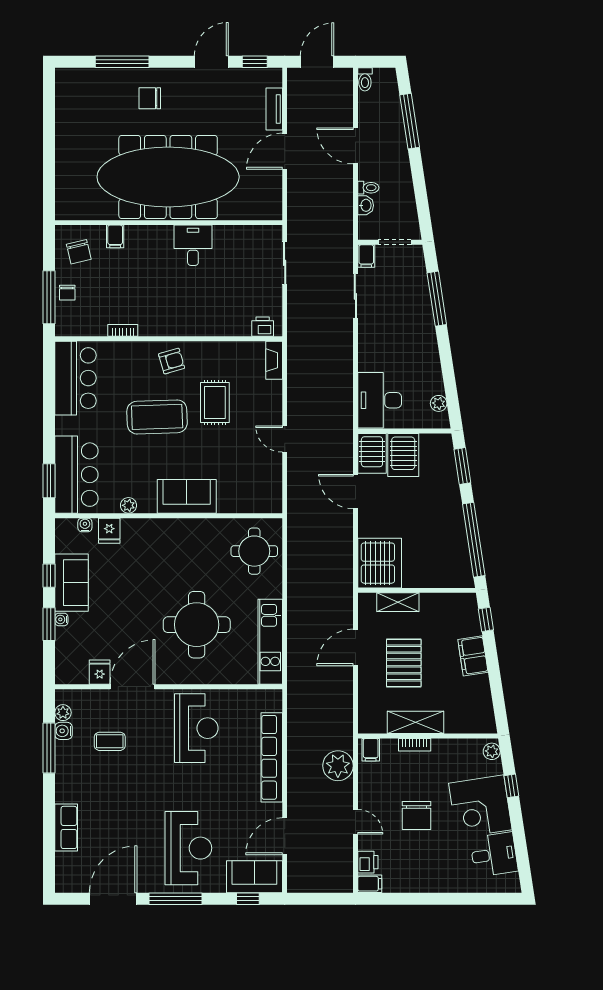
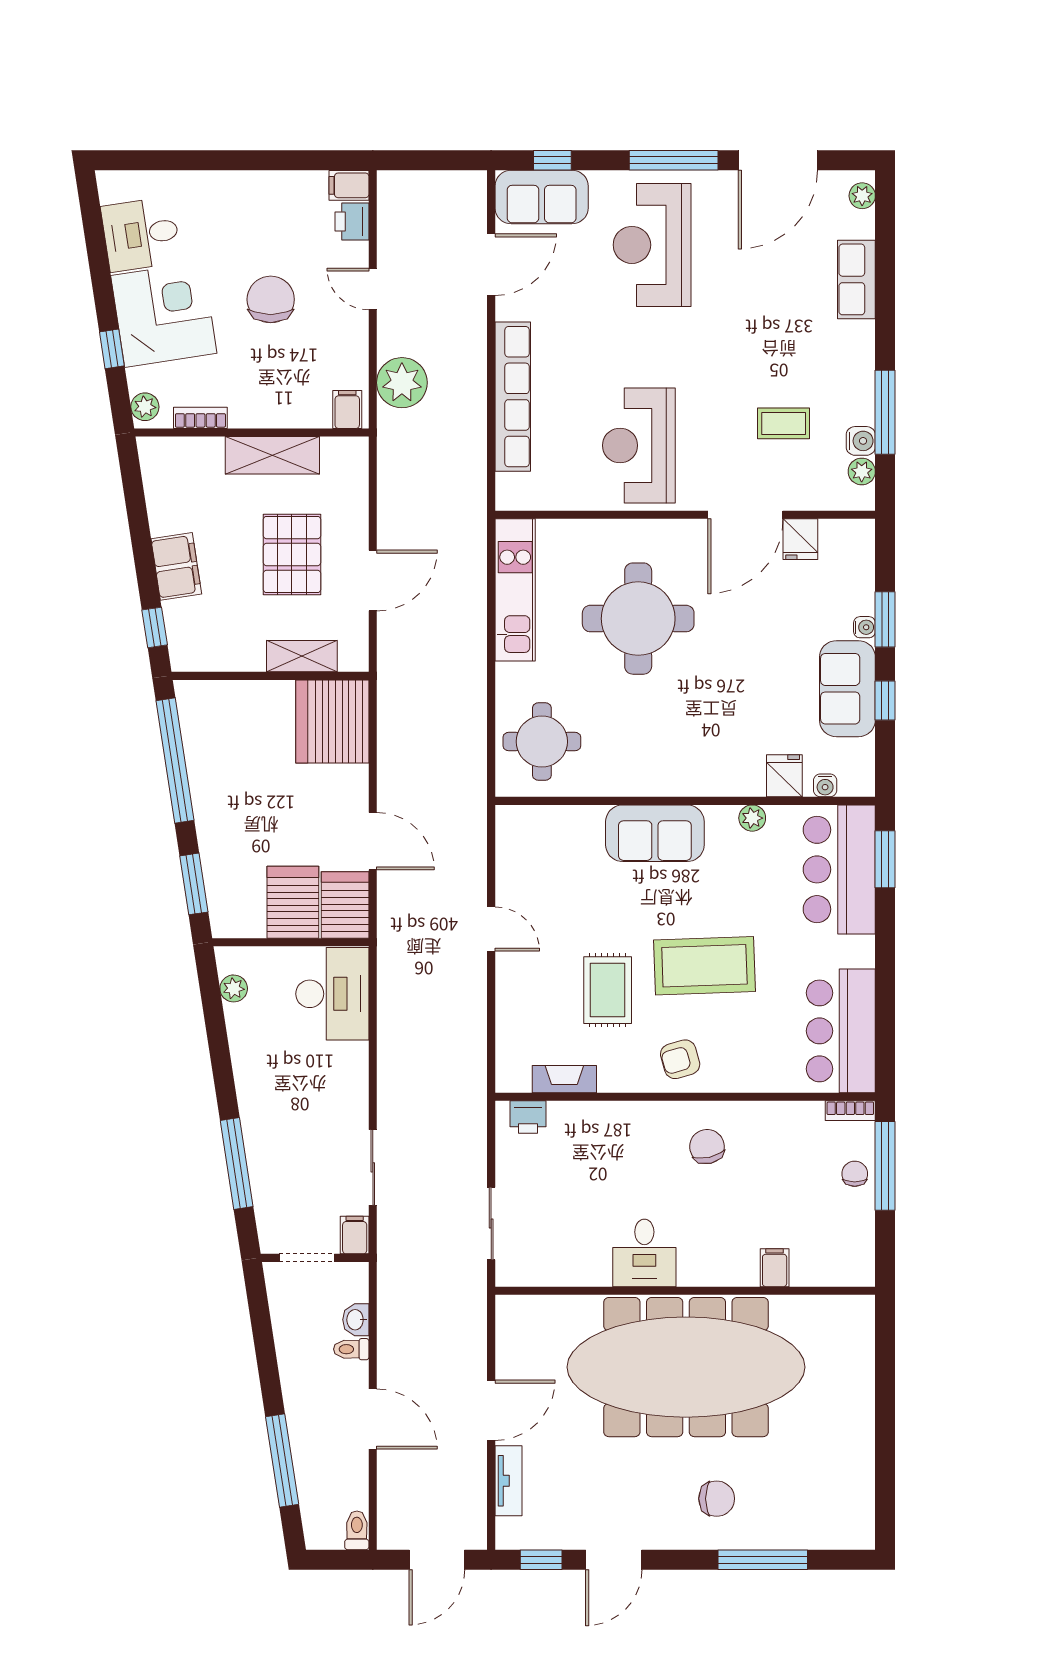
chair: (79, 252) -> (707, 1147), moved
bookcase: (123, 330) -> (850, 1111), moved
fireplace: (274, 360) -> (564, 1079), moved, turned -90
bookcase: (415, 745) -> (200, 418), moved
plant: (63, 878) -> (862, 196), added

